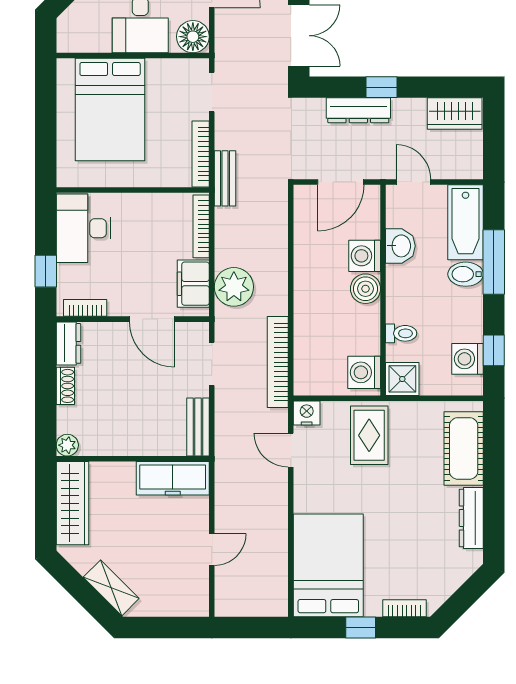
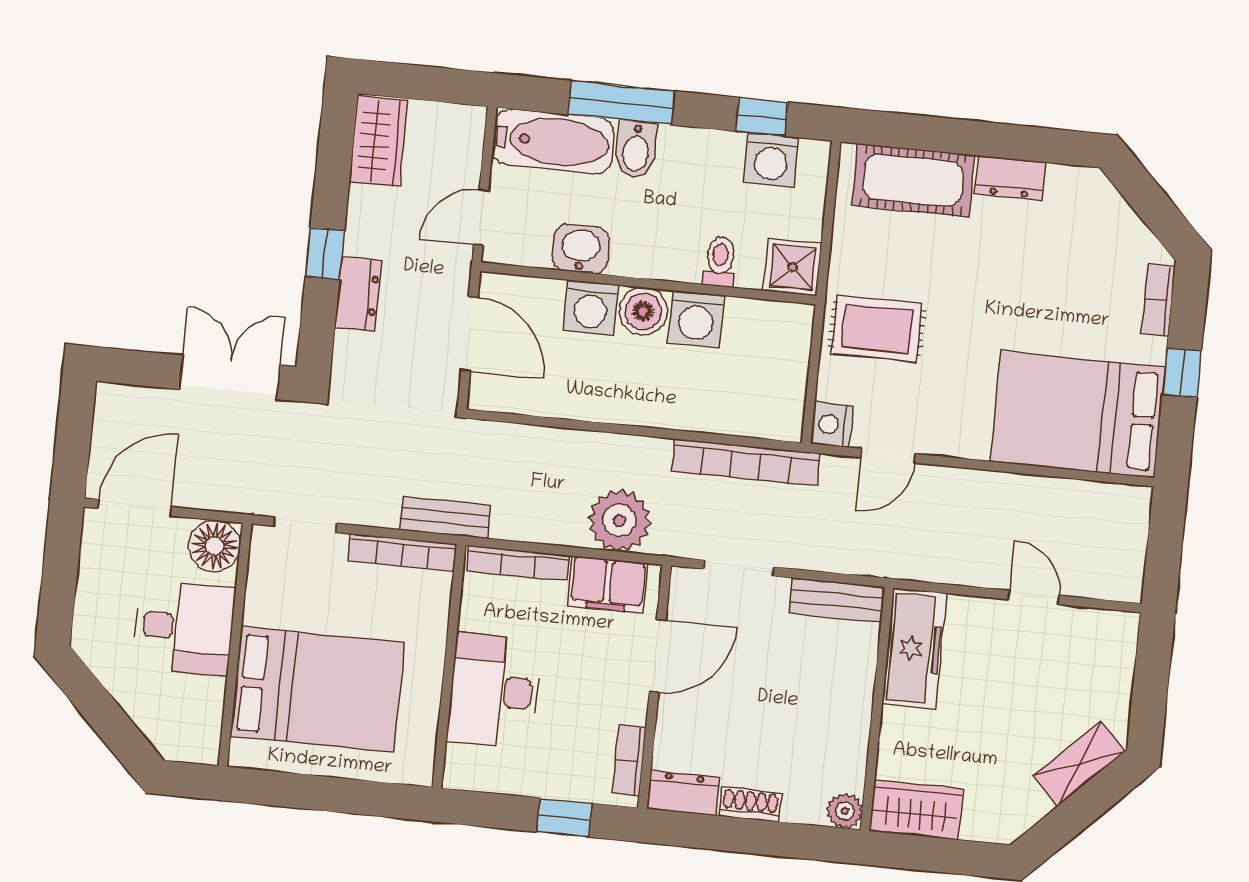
dresser: (358, 110) -> (358, 294), width x0.70
desk: (83, 228) -> (494, 691), moved, turned 90
washing machine: (364, 372) -> (696, 319), moved
wardrobe: (72, 503) -> (916, 810), width x0.67
dresser: (471, 518) -> (1010, 178), width x0.70

